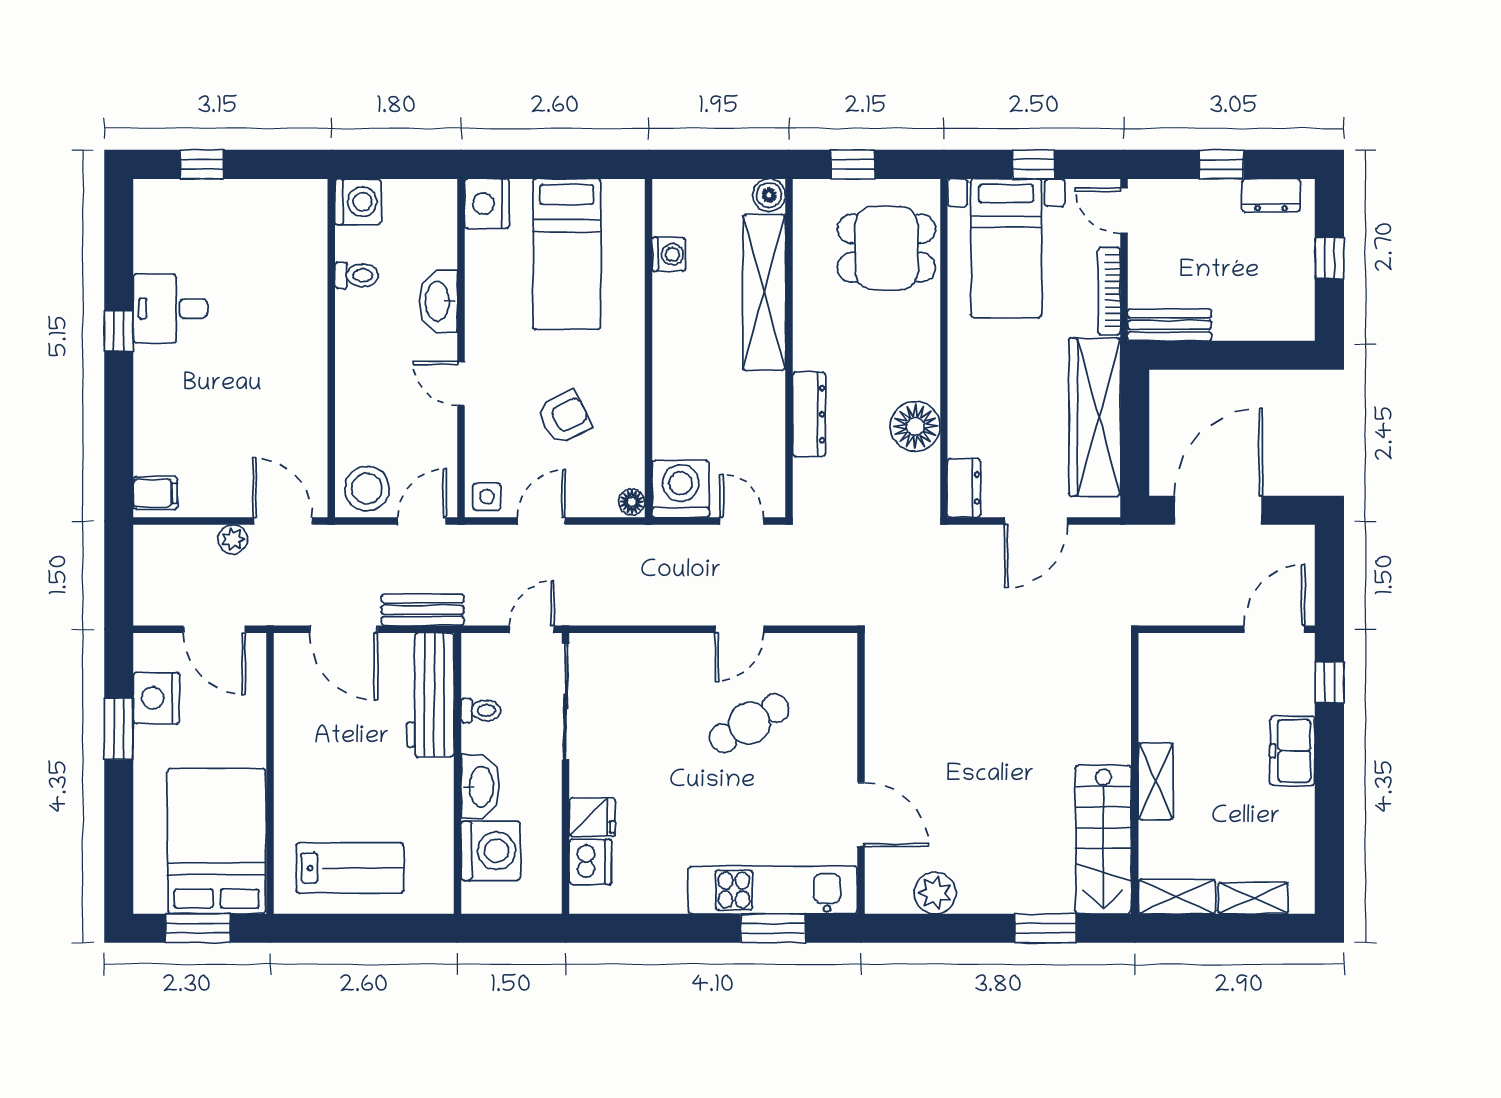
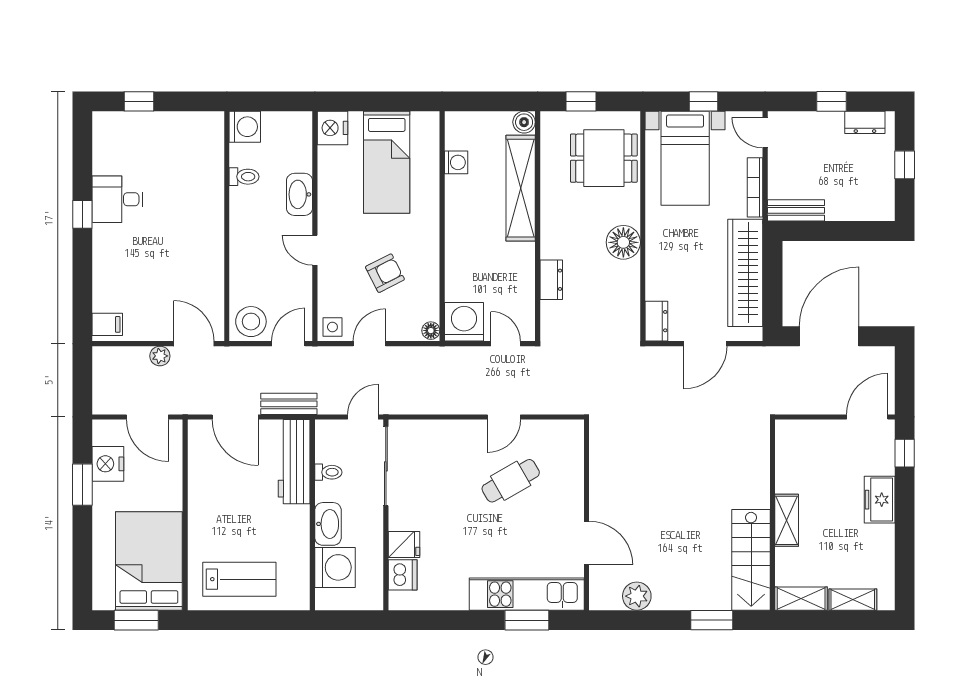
dresser: (809, 414) -> (551, 280), width x0.70
floor lamp: (915, 426) -> (623, 242), moved

